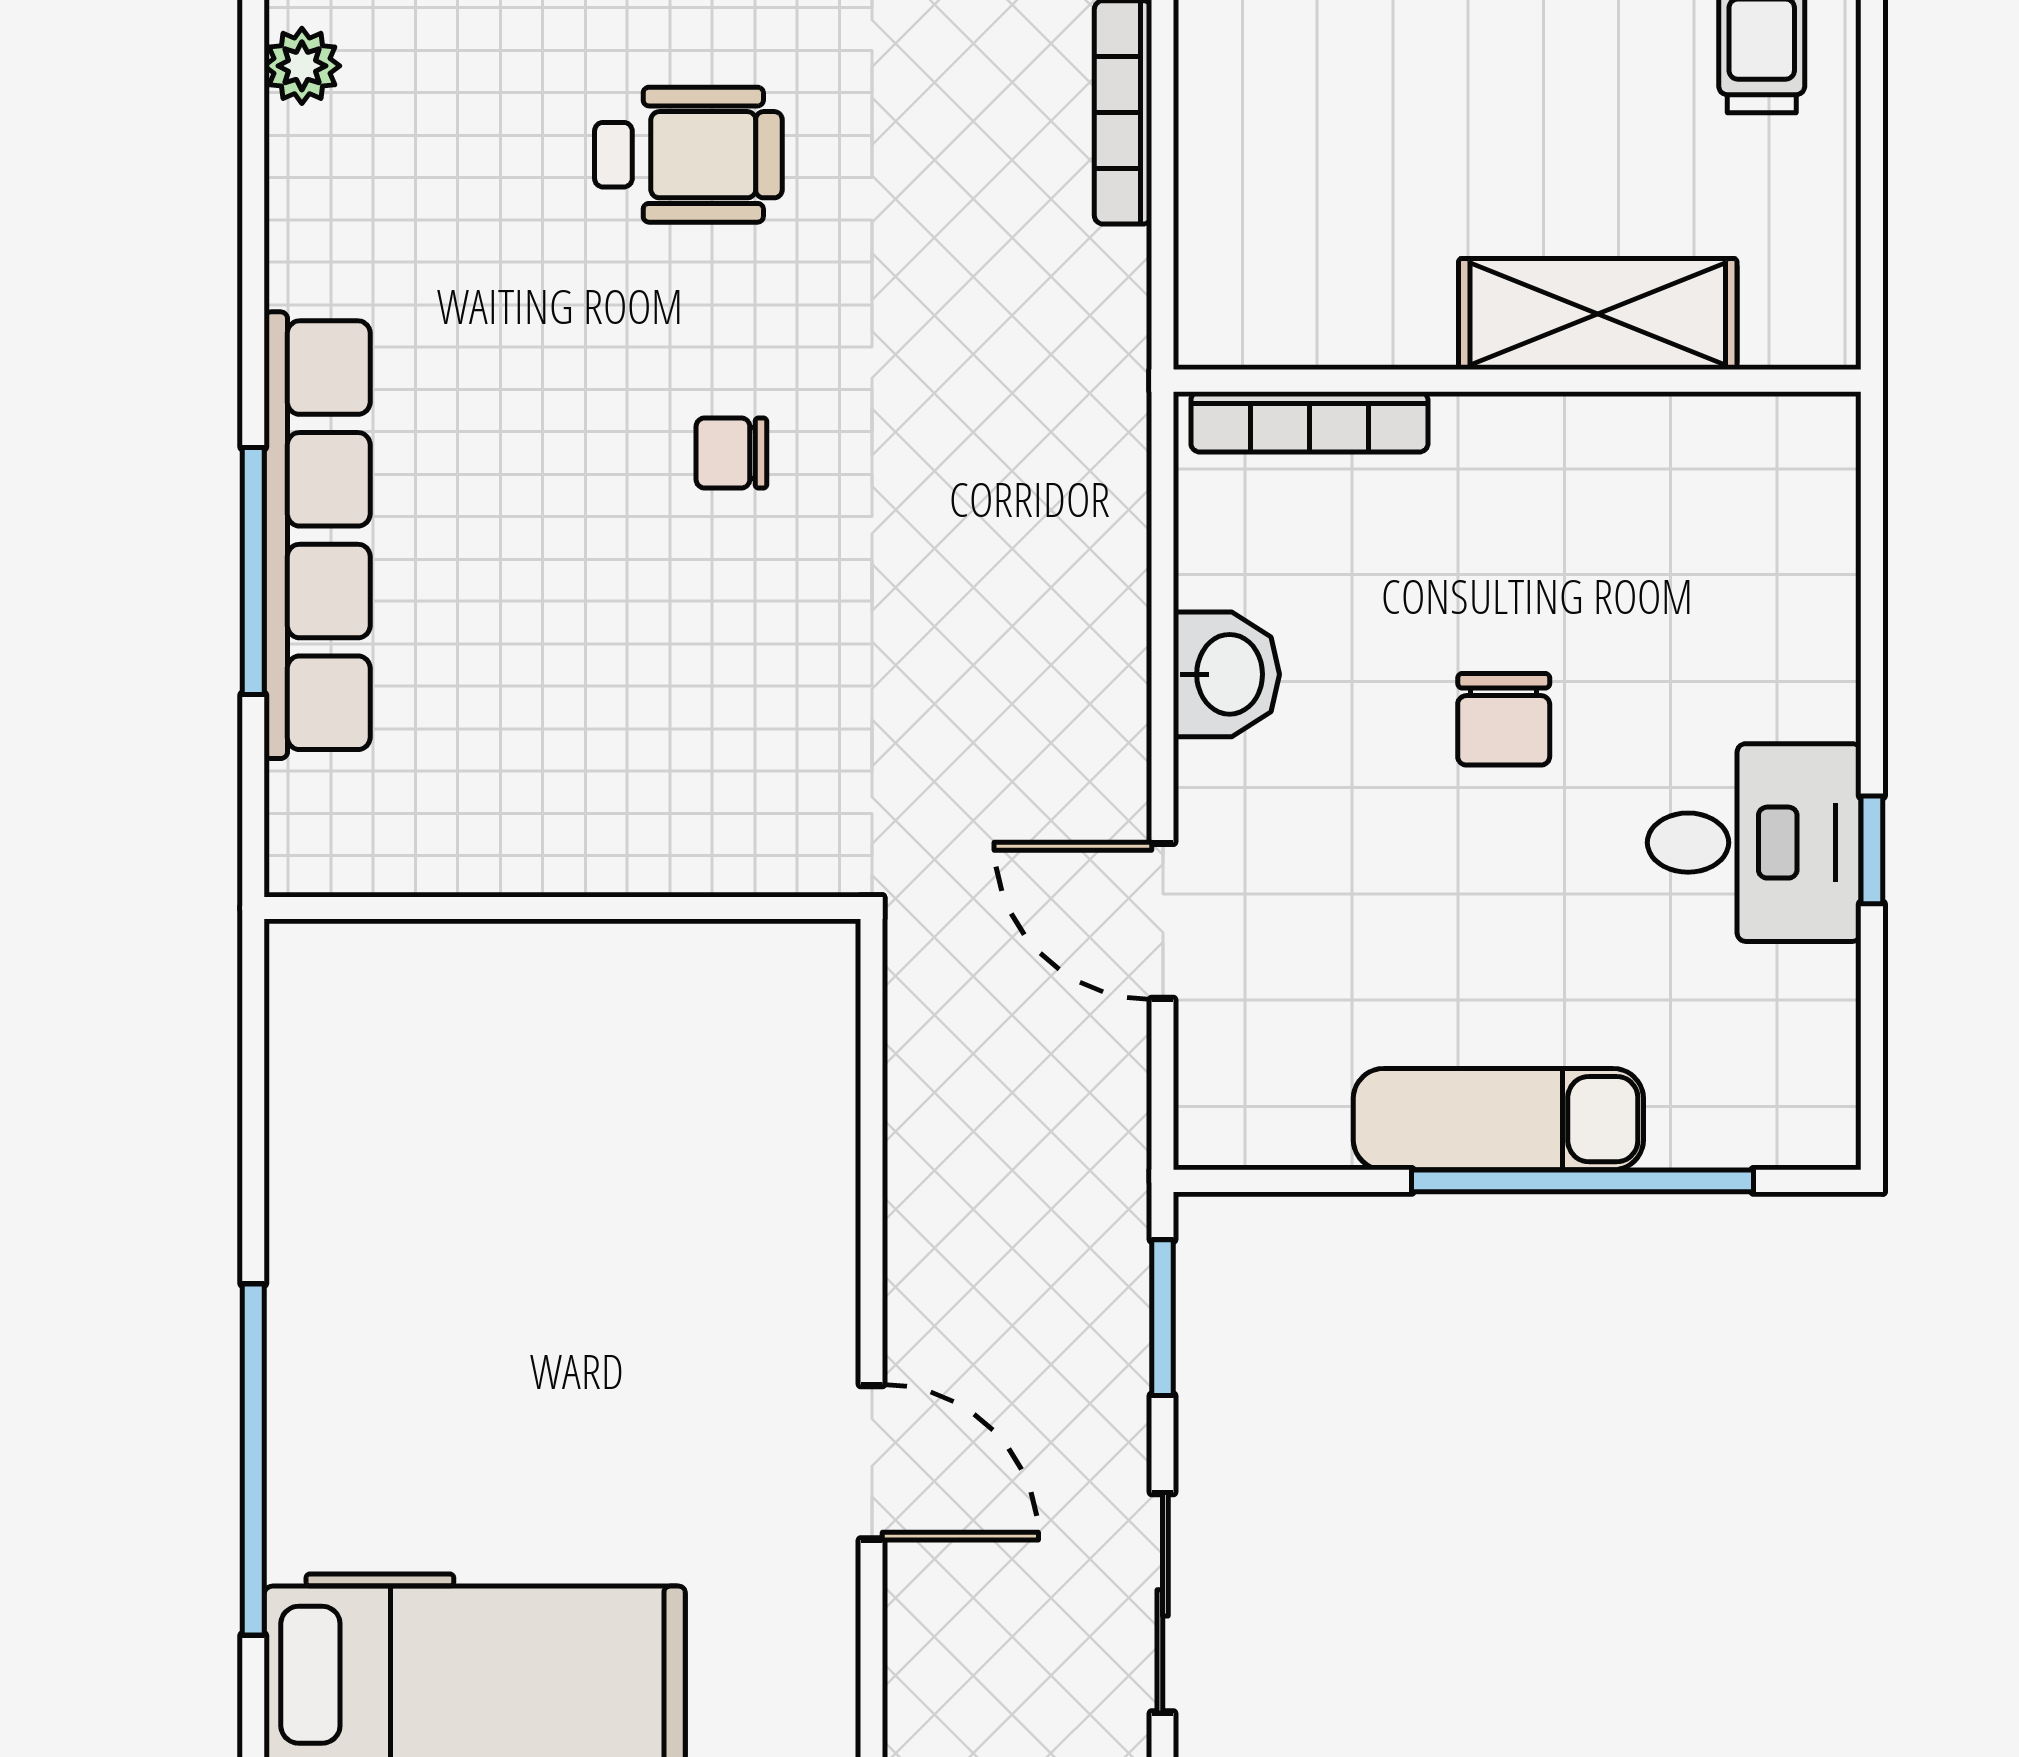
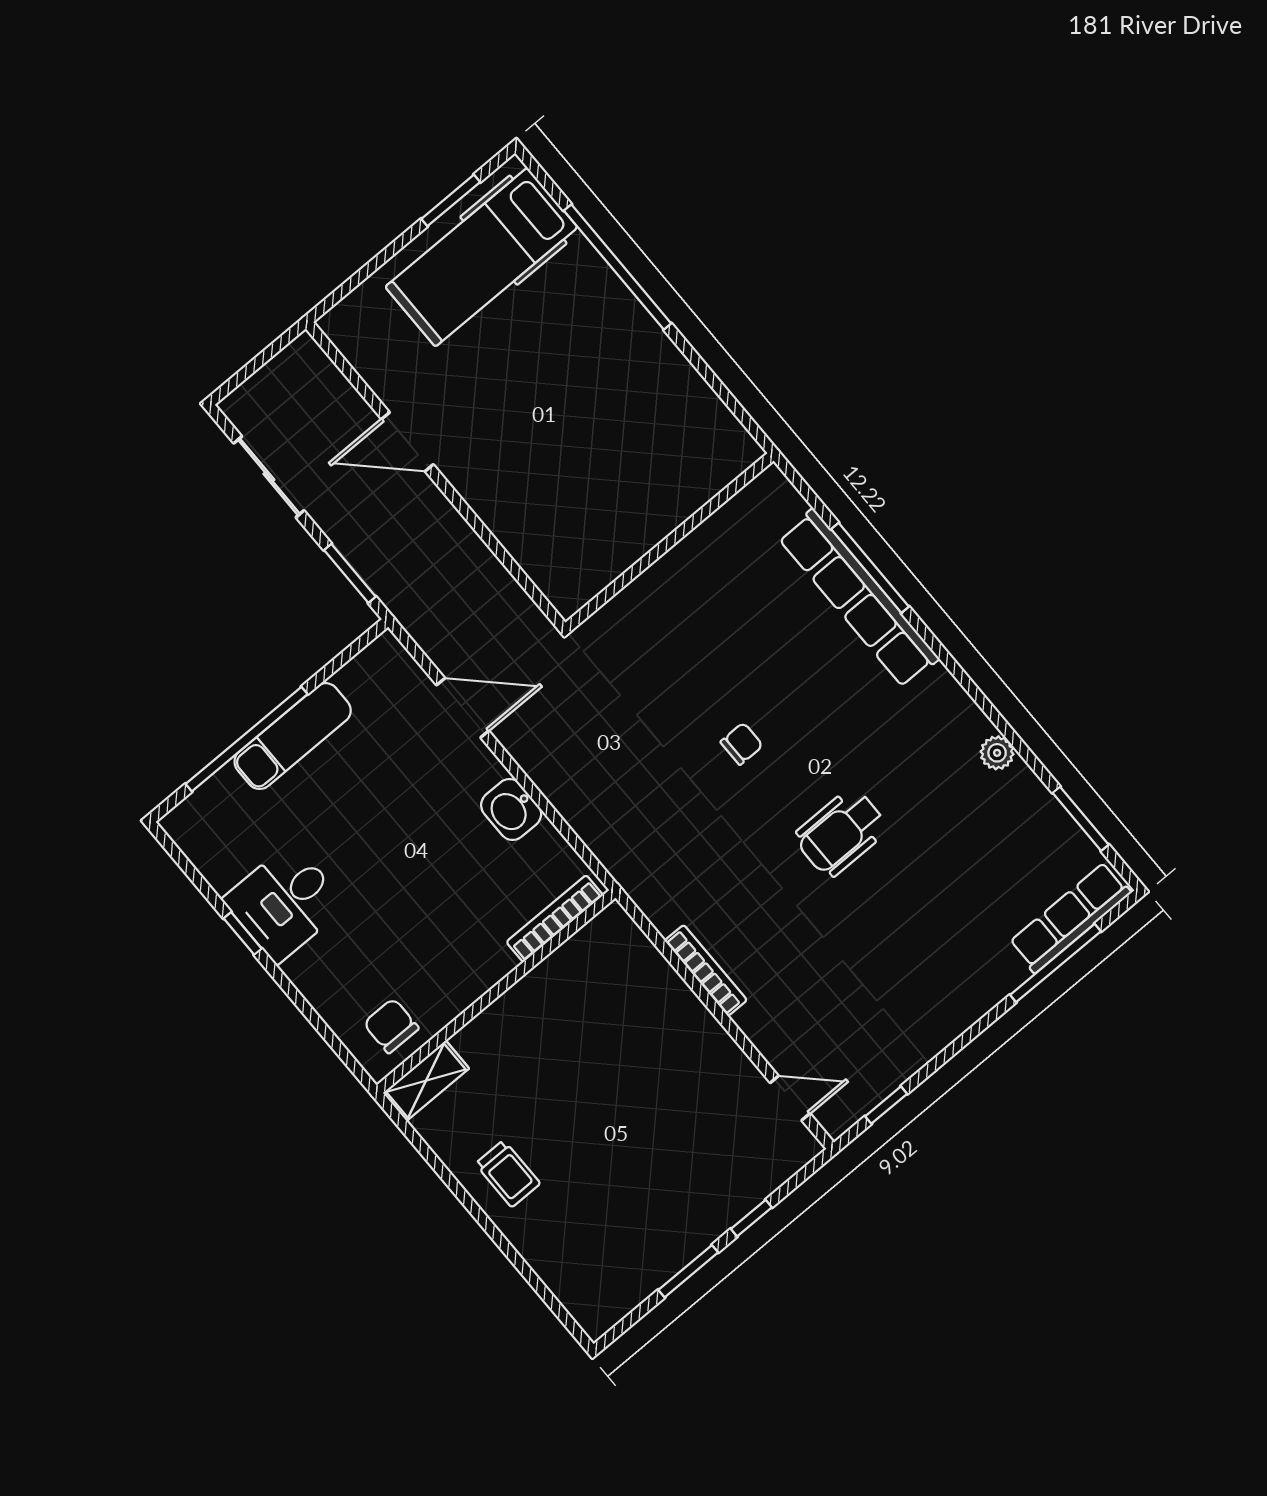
shelving: (1598, 314) -> (426, 1081), moved, width x0.67, depth x0.75
chair: (1504, 719) -> (391, 1026), moved

